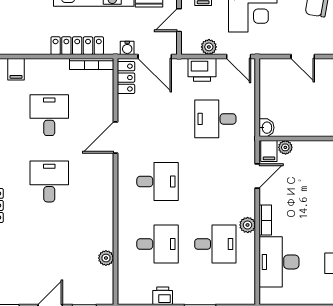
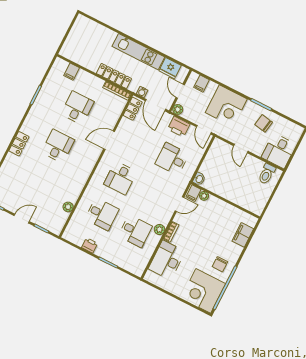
door: (179, 20) -> (180, 91), hinge flipped
plant: (209, 47) -> (178, 109), moved
desk: (158, 181) -> (120, 178), turned 90

